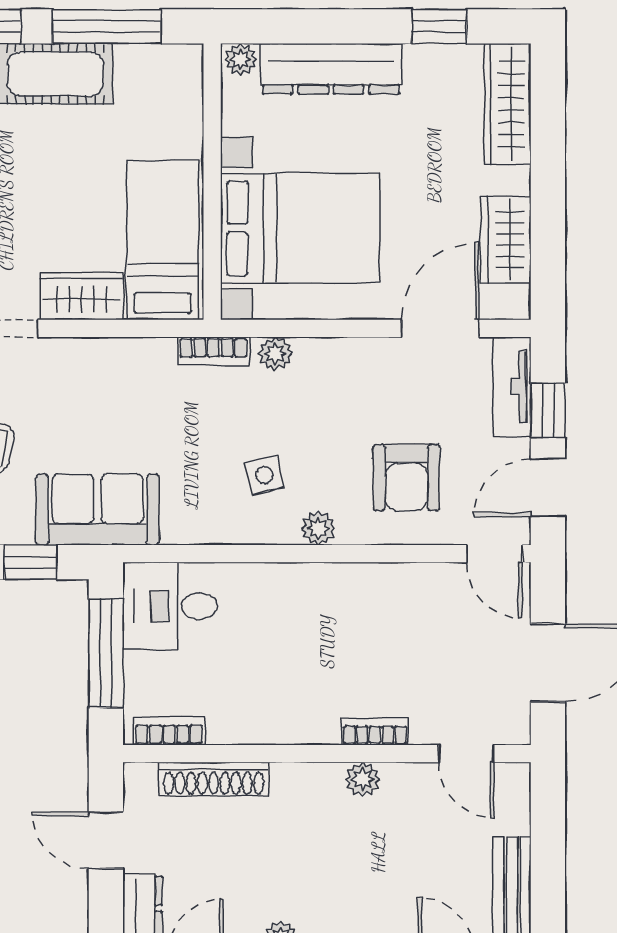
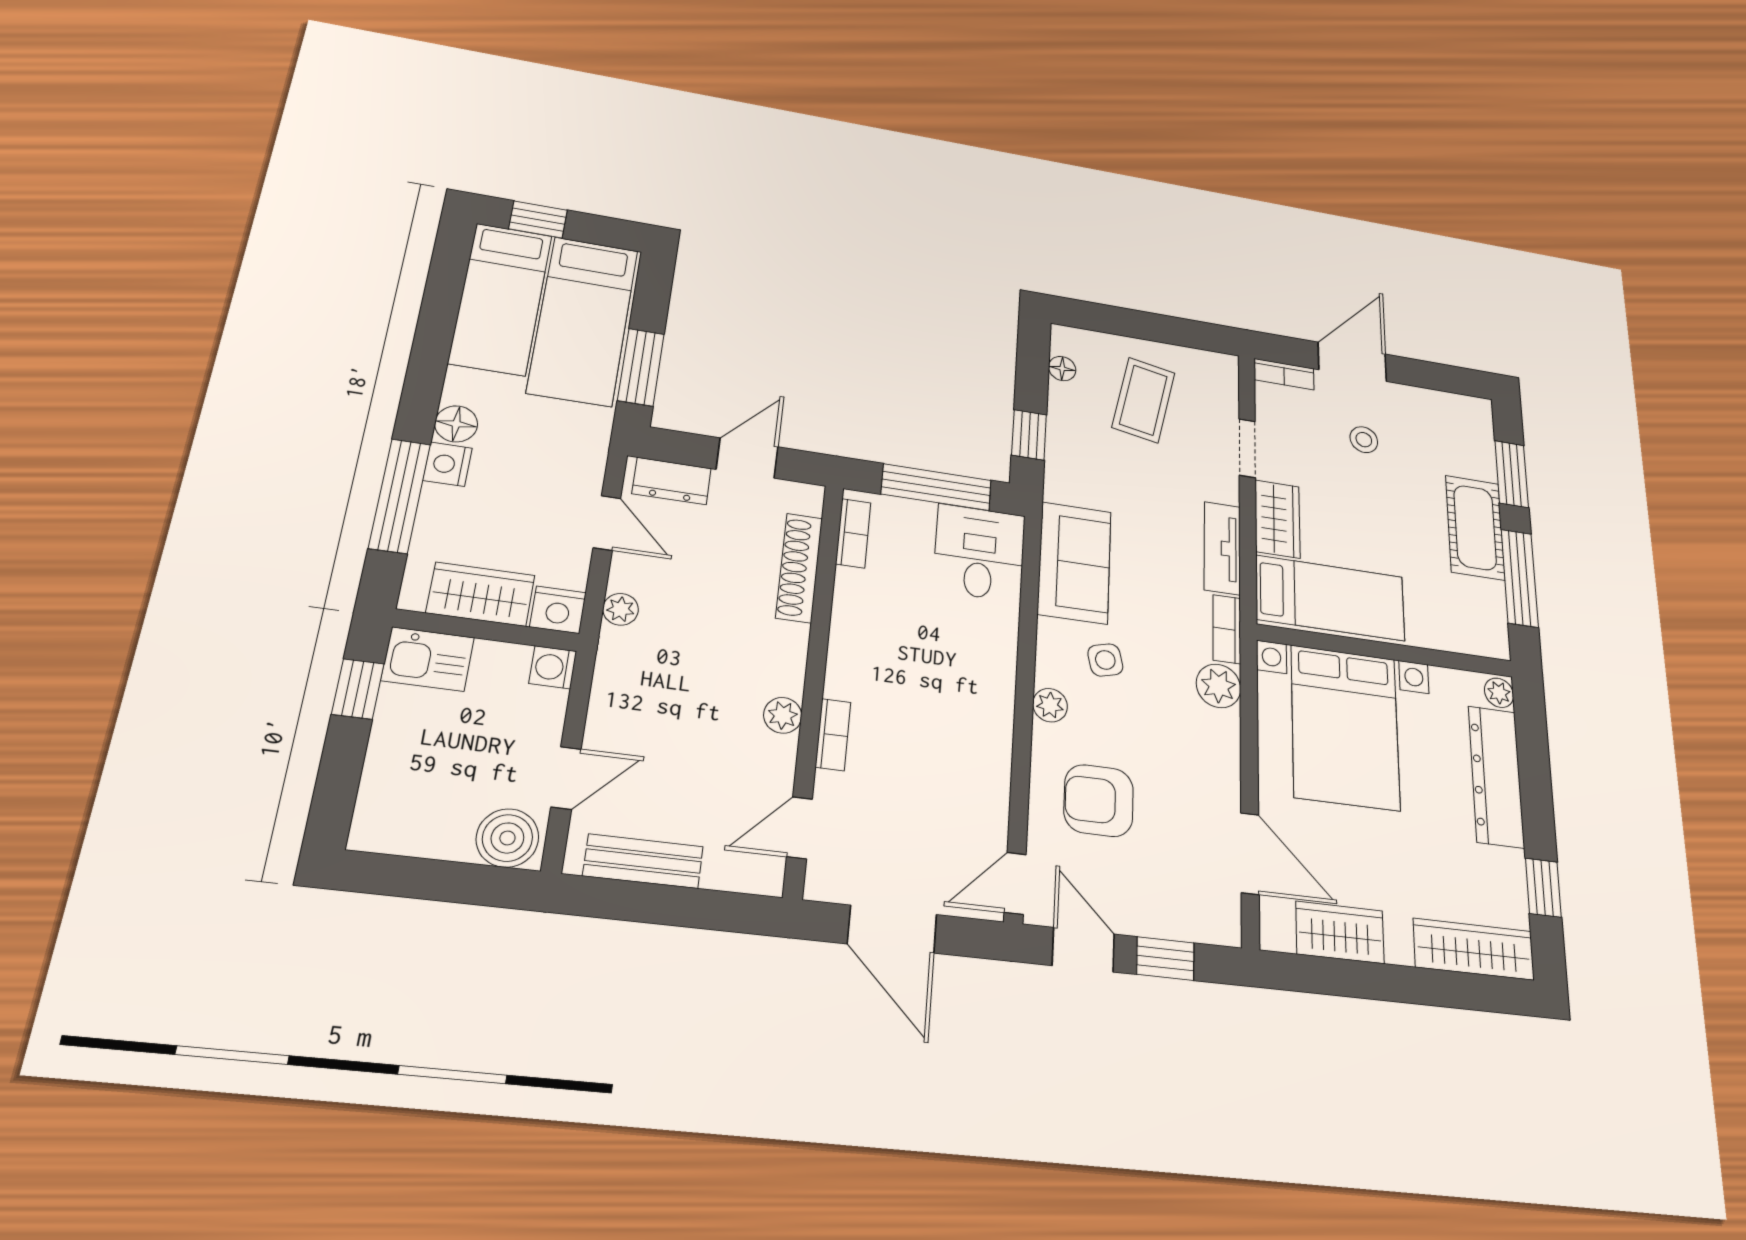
plant: (275, 353) -> (1219, 686), width x1.38, depth x1.38
tv unit: (512, 387) -> (1222, 548), moved, turned -90
sofa: (98, 510) -> (1074, 563), moved

